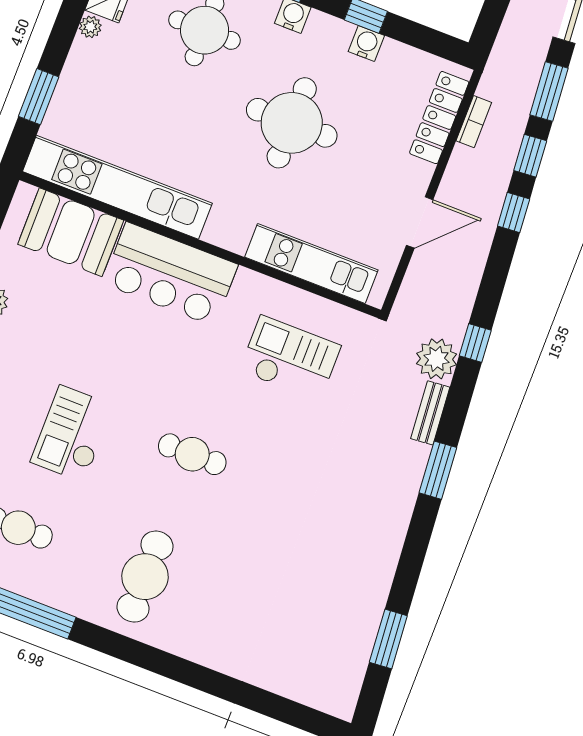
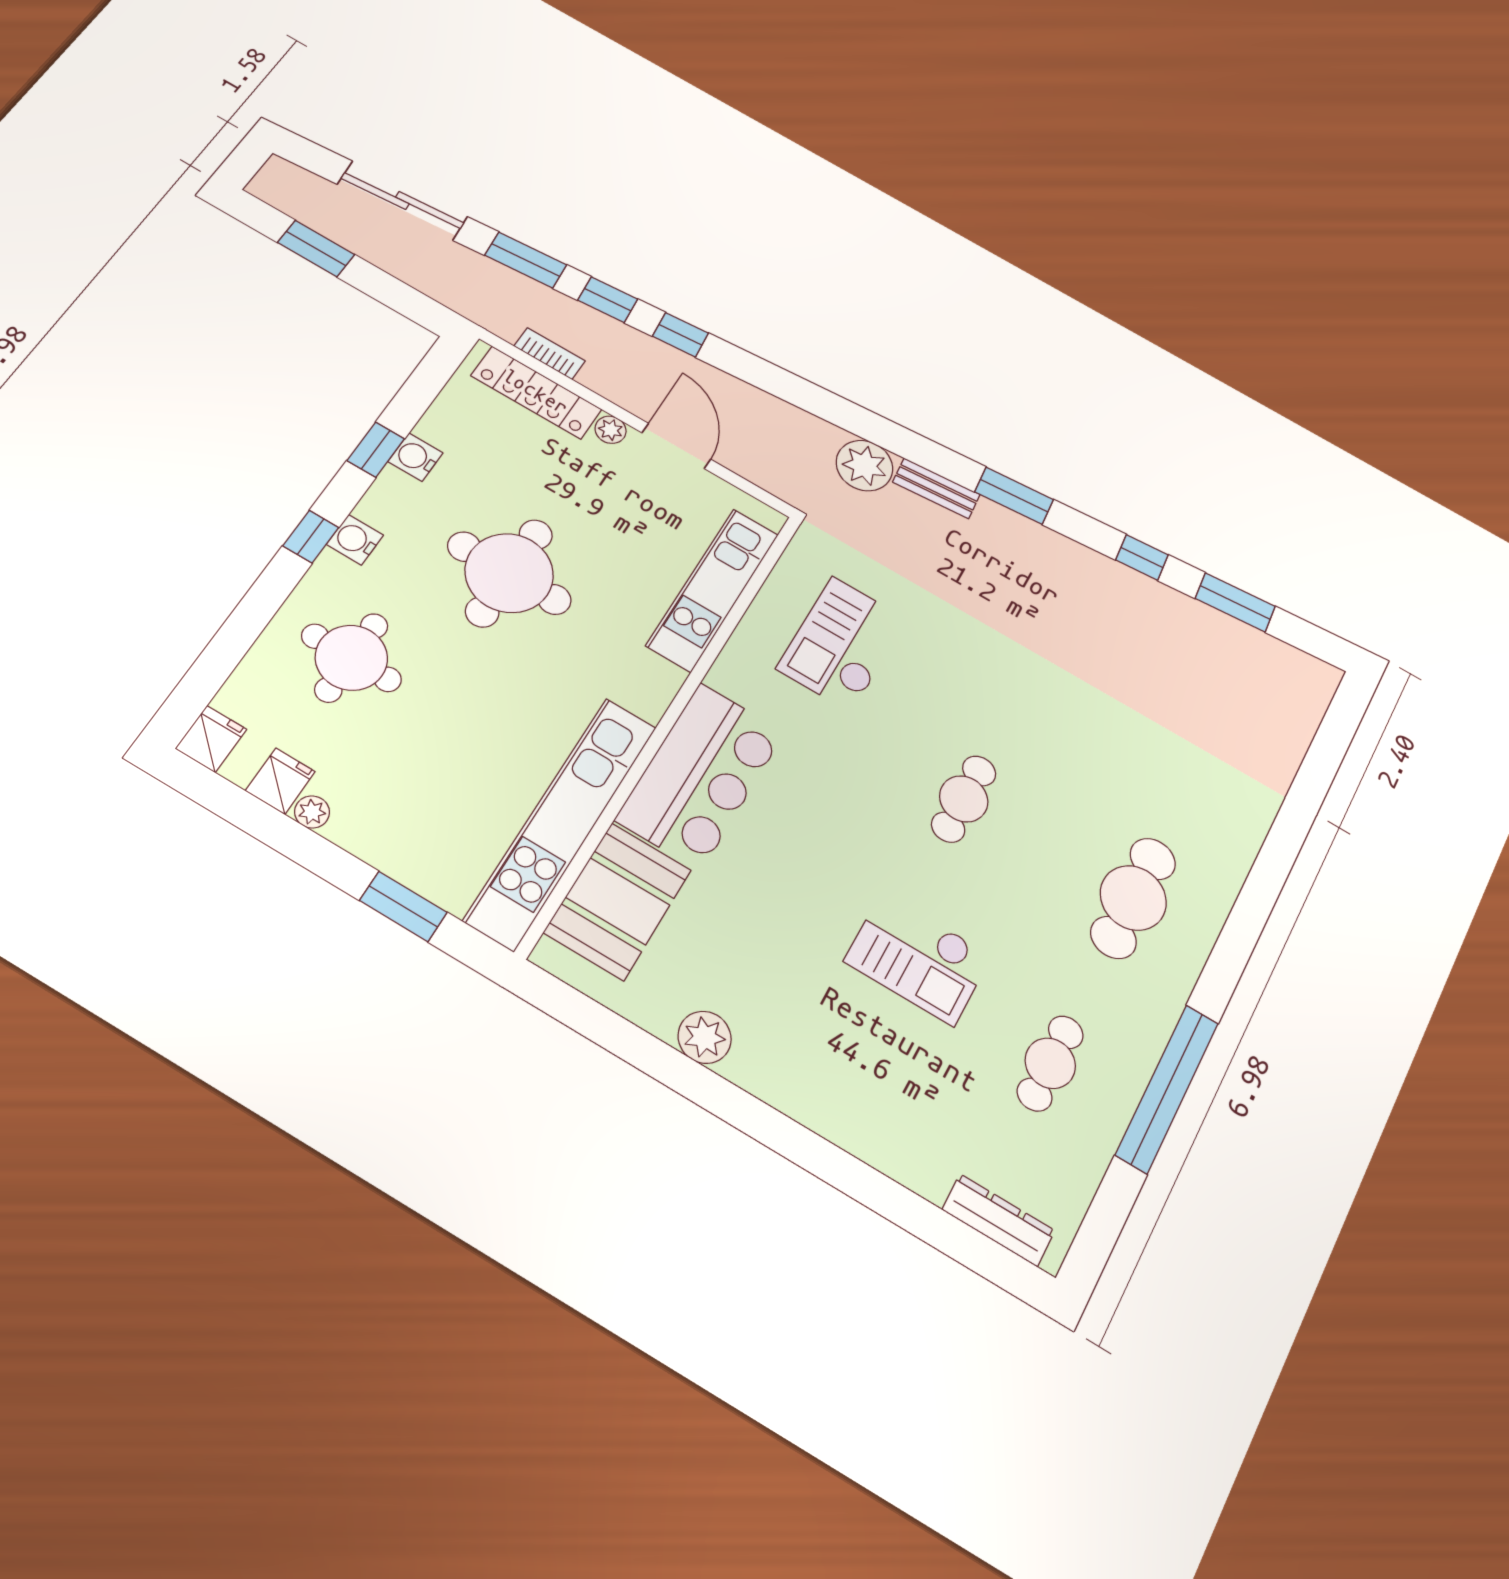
plant: (422, 174) -> (611, 430), added
window: (475, 343) -> (1142, 557), moved
cafe table: (145, 577) -> (1133, 898), turned 90

